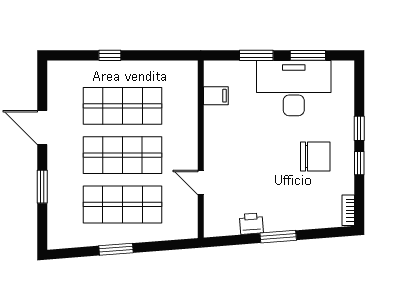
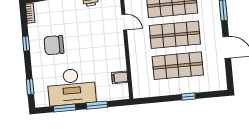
window: (359, 128) -> (30, 87), moved

